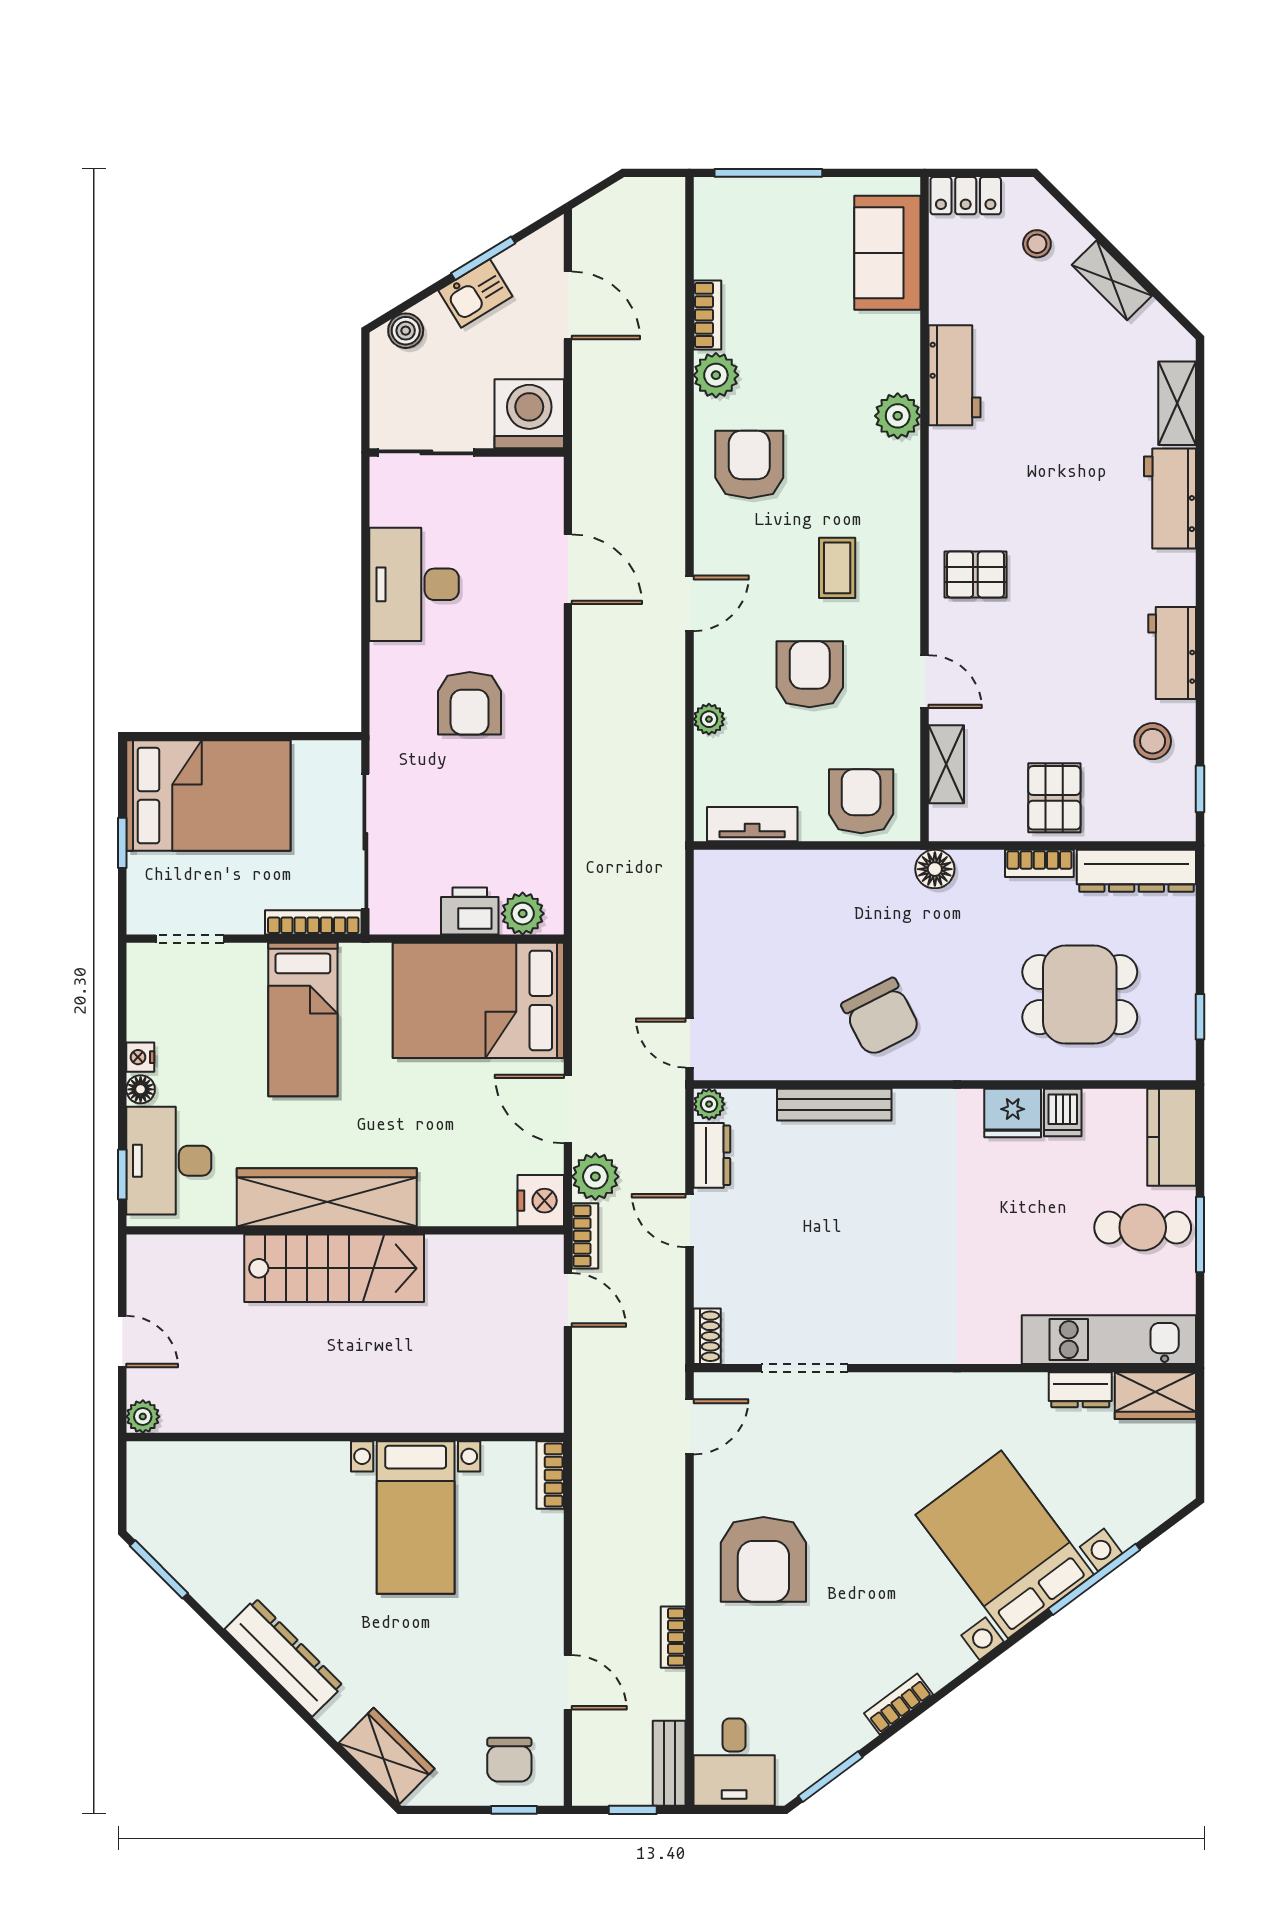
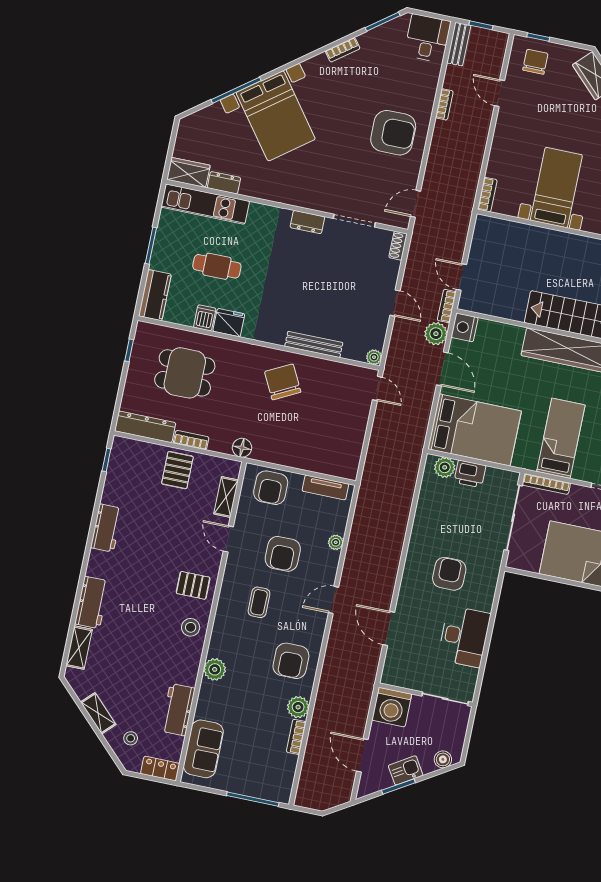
workbench: (954, 375) -> (178, 710), moved
stool: (1153, 741) -> (191, 627), moved
dresser: (712, 1155) -> (307, 222), moved, turned -90
cafe table: (1143, 1228) -> (217, 266), moved
armchair: (763, 1559) -> (393, 133), turned 90

